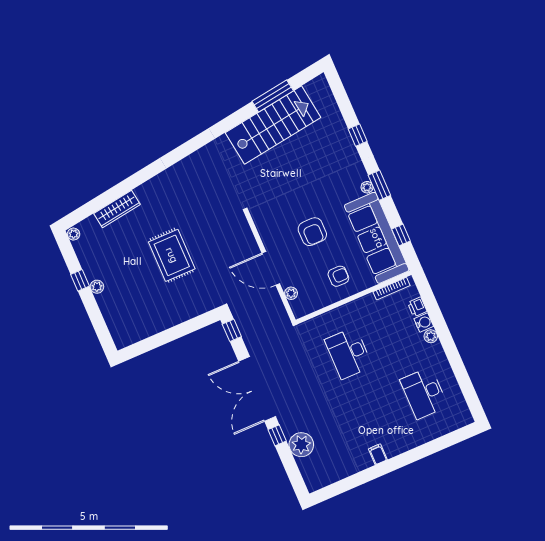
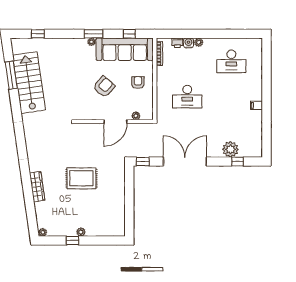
window: (358, 135) -> (38, 34), moved
wardrobe: (117, 209) -> (37, 187), moved
armchair: (312, 232) -> (104, 87), turned -49
double door: (257, 389) -> (185, 162), swing flipped
window: (277, 435) -> (238, 162), moved

